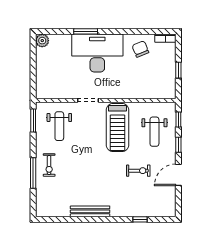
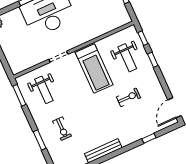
exercise bike: (49, 165) -> (62, 129), moved
window: (33, 173) -> (40, 140), width x0.69
door: (178, 175) -> (175, 108), moved

